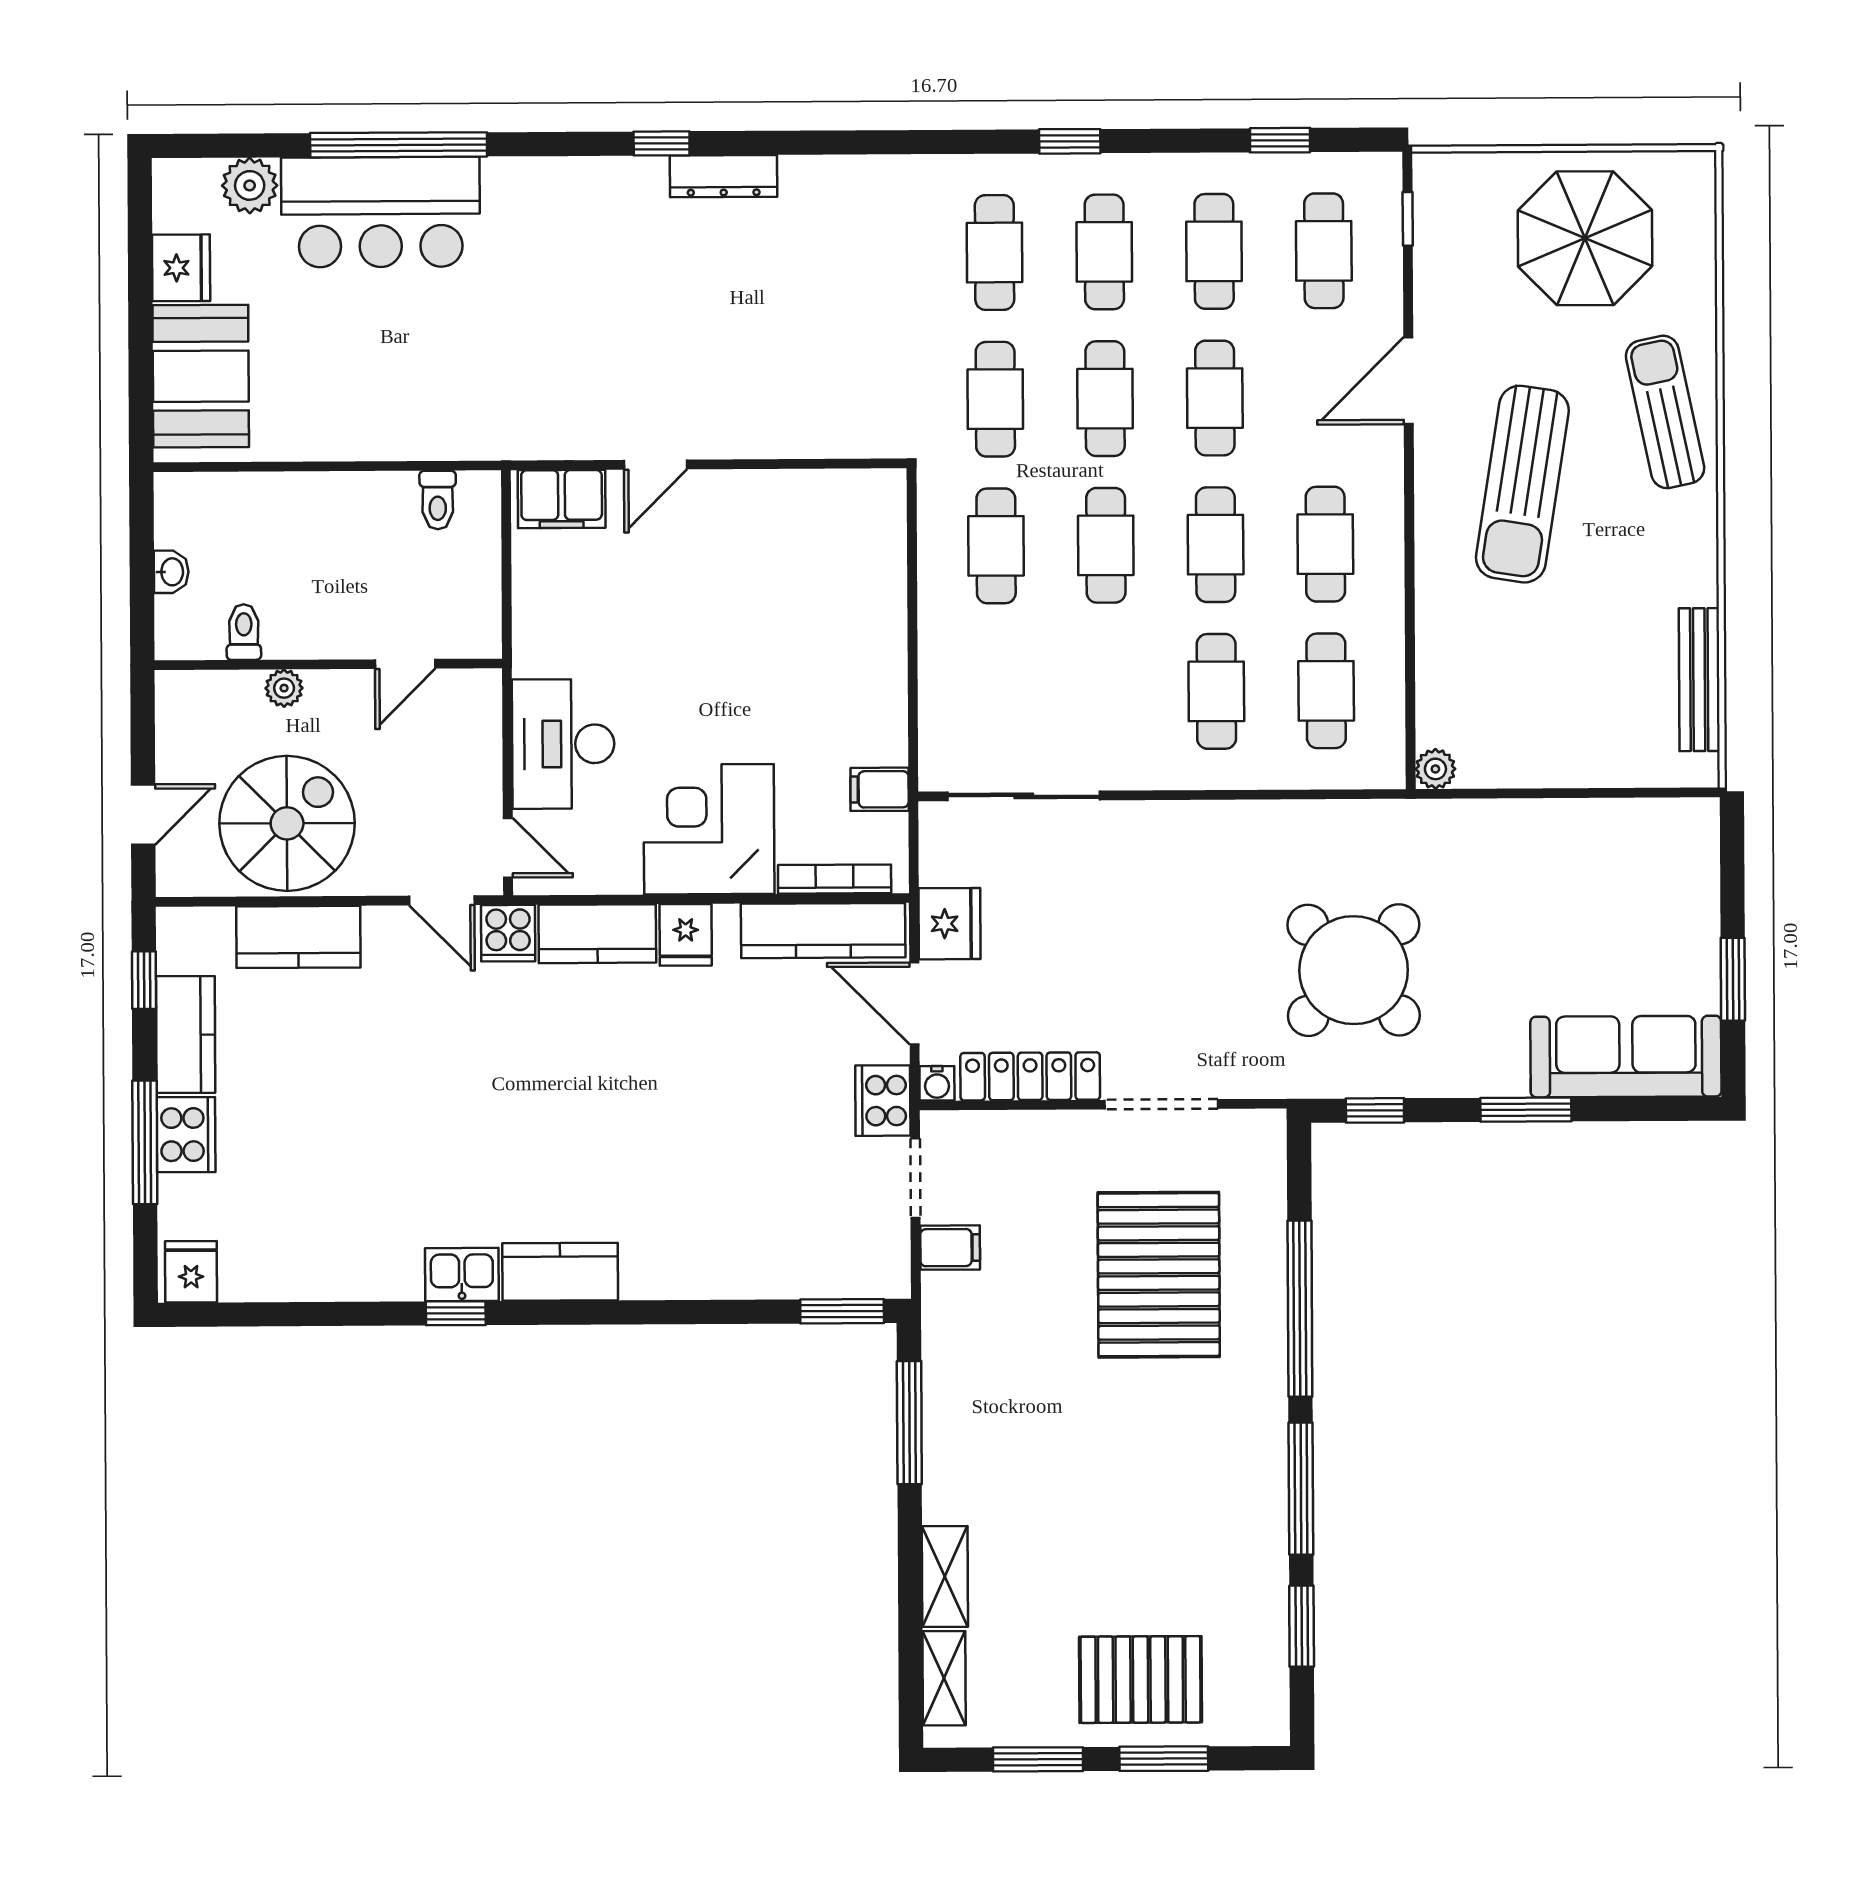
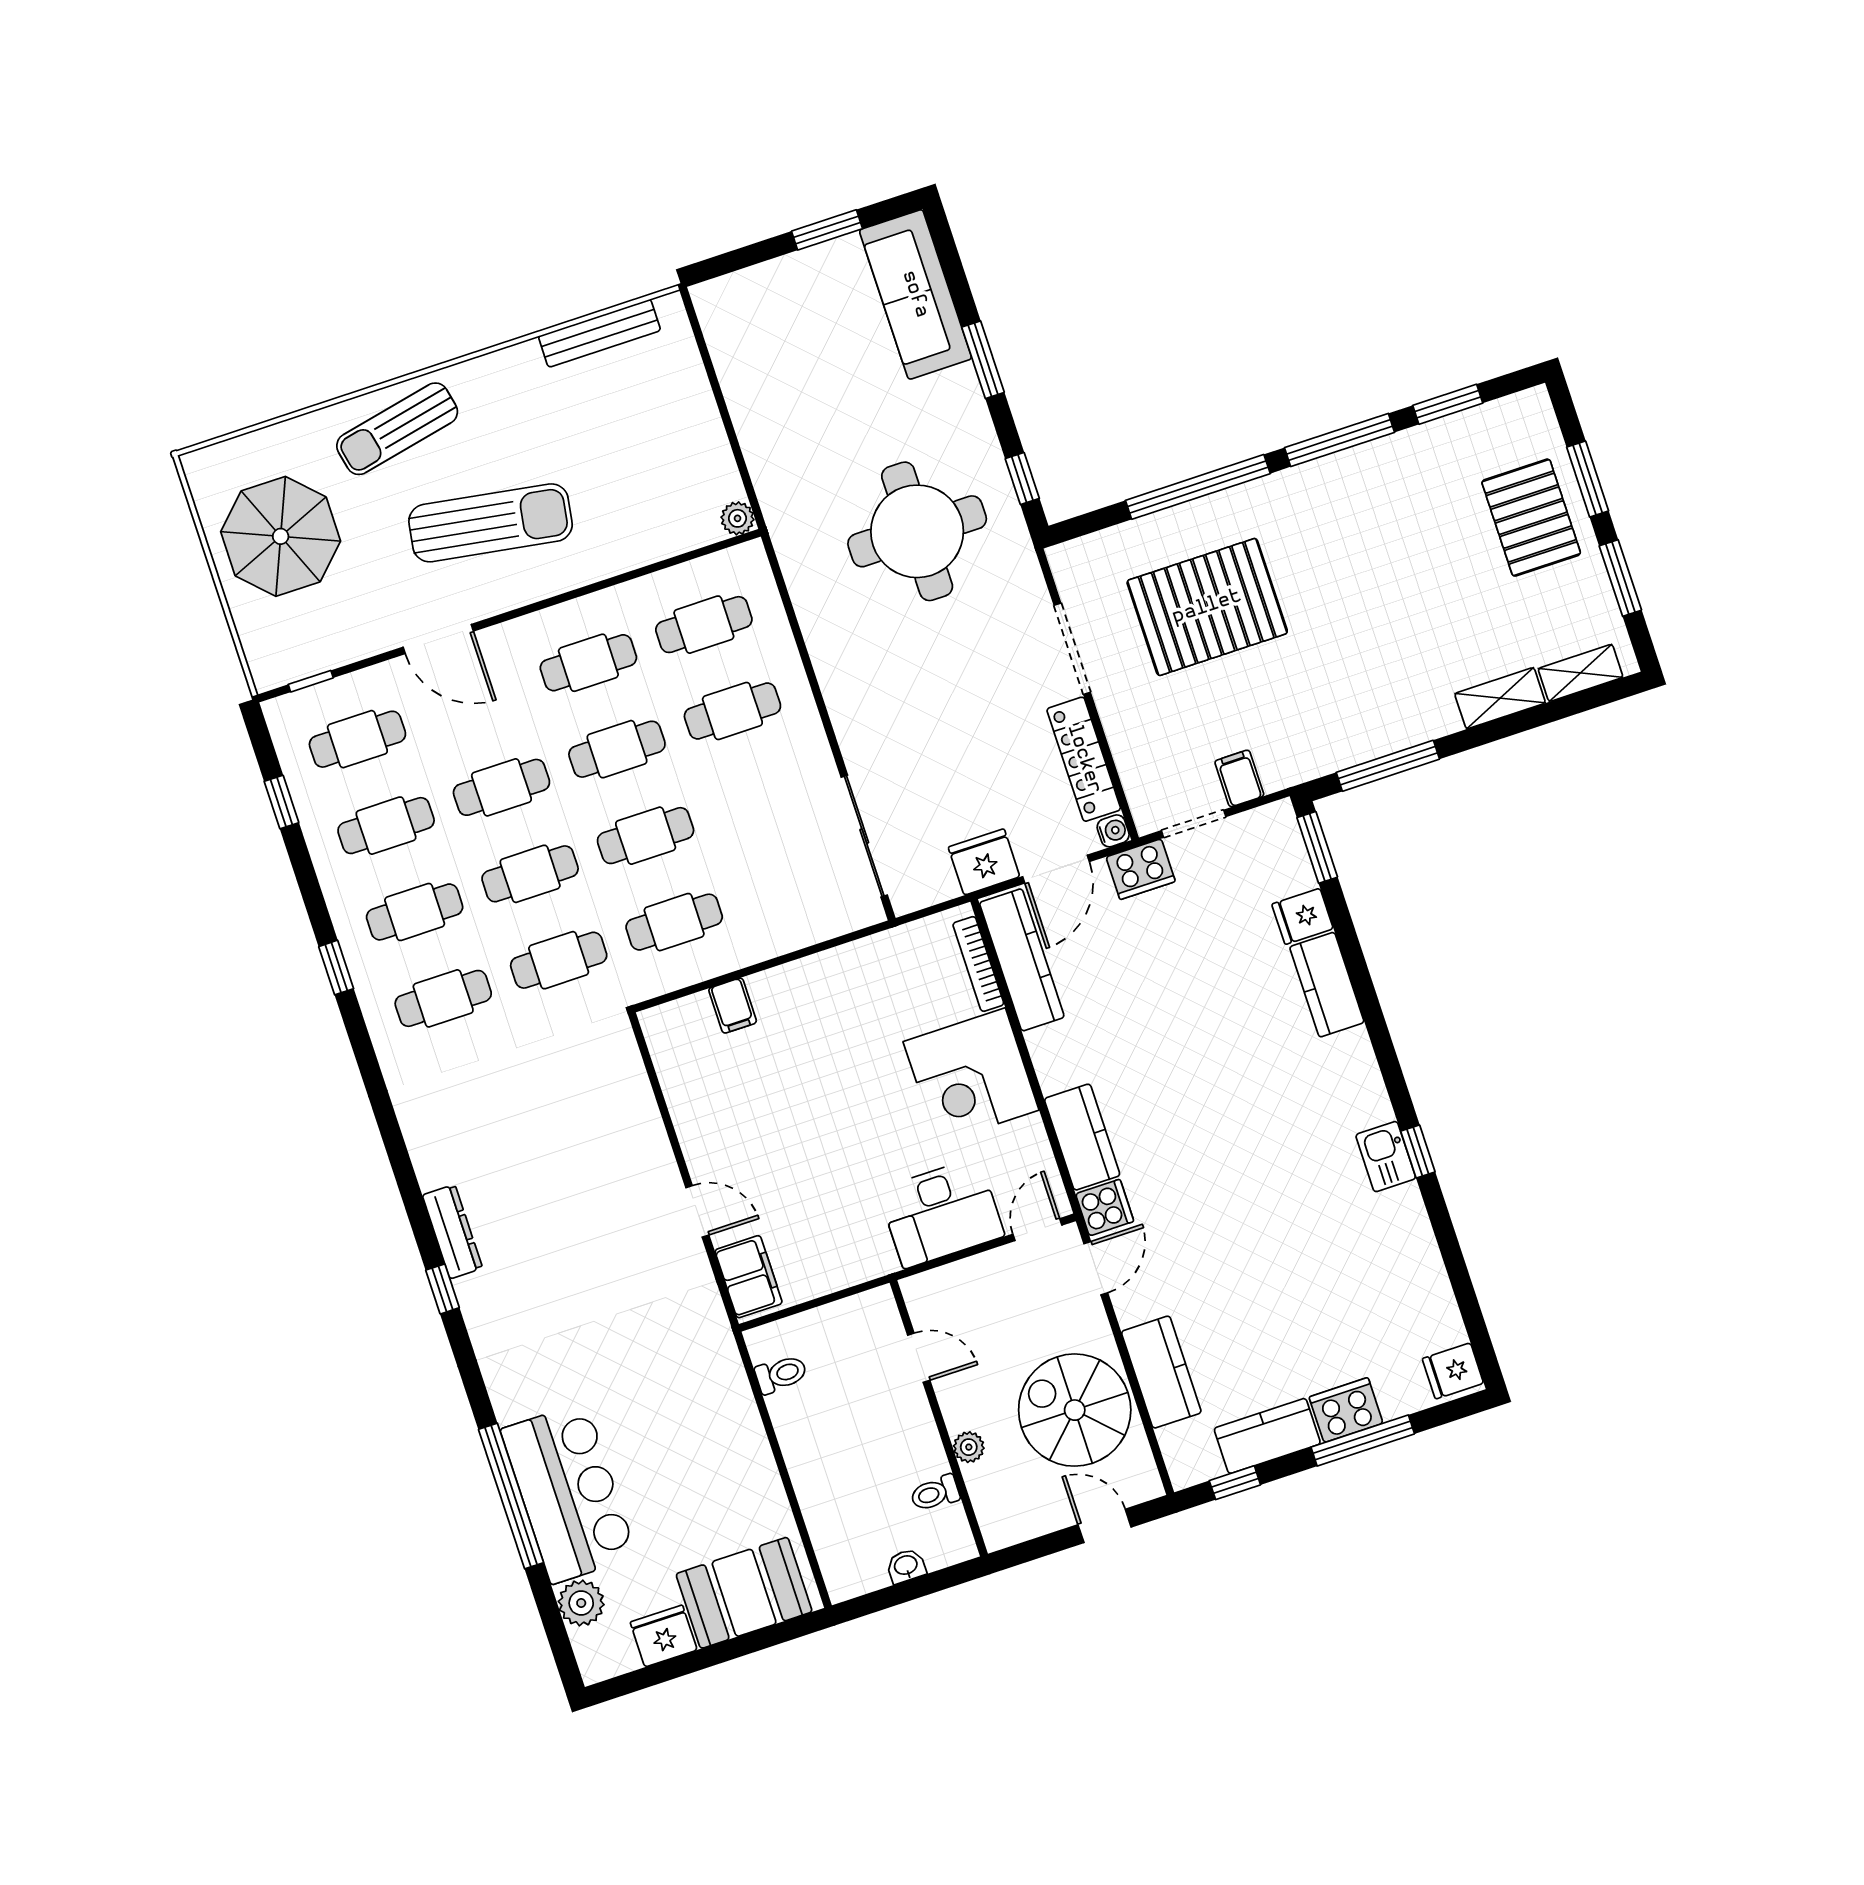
filing cabinet: (880, 789) -> (733, 1006), moved
fridge: (686, 935) -> (1303, 916), moved, turned 180
round table: (1354, 970) -> (917, 531), turned 45
kitchen counter: (560, 1272) -> (1327, 985), moved

